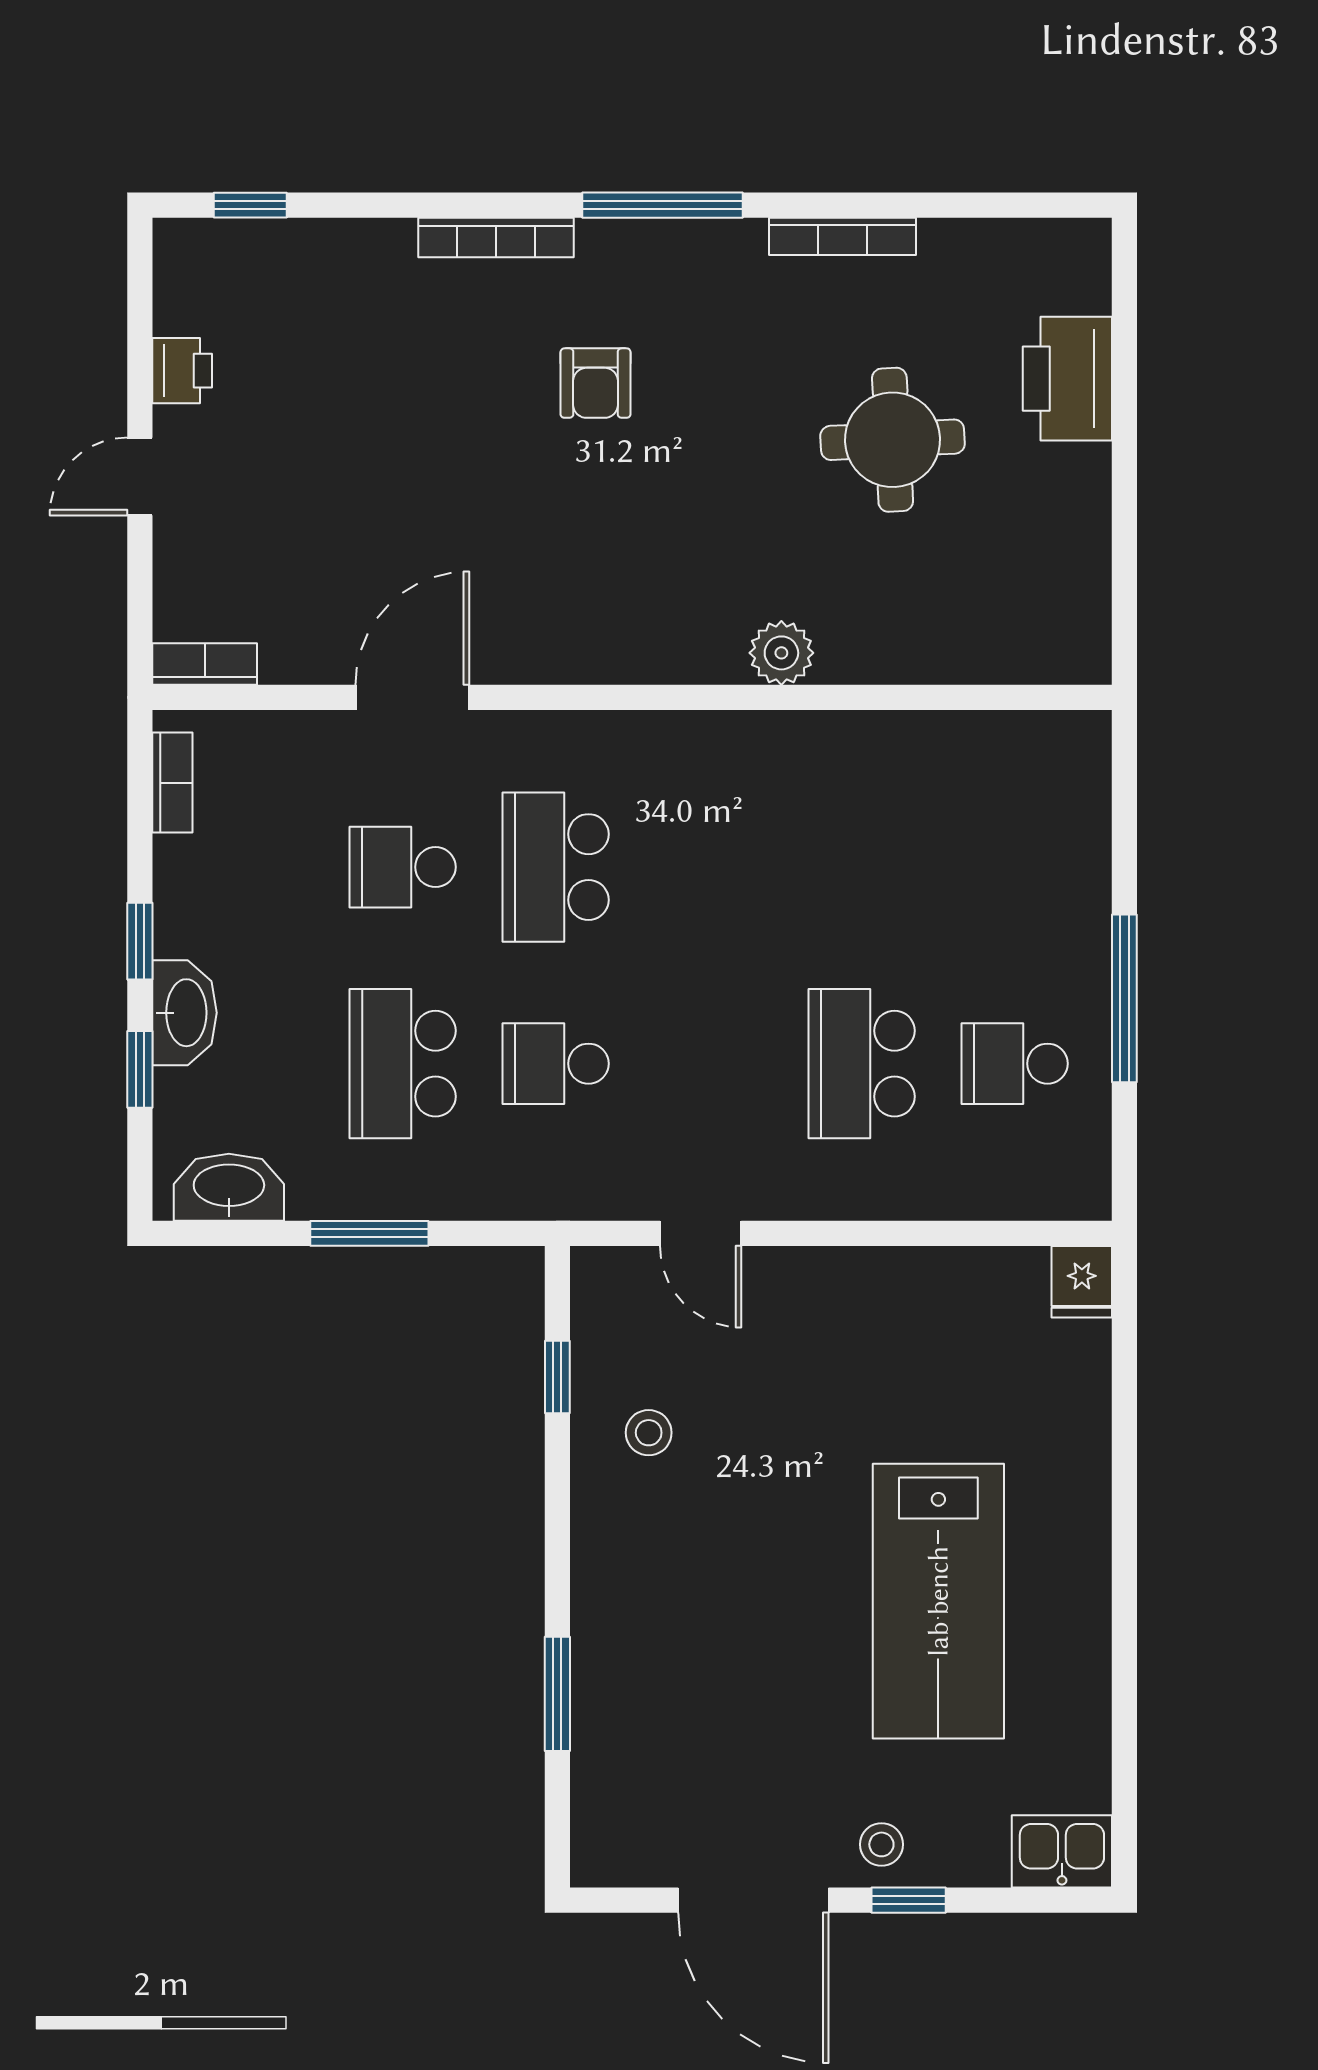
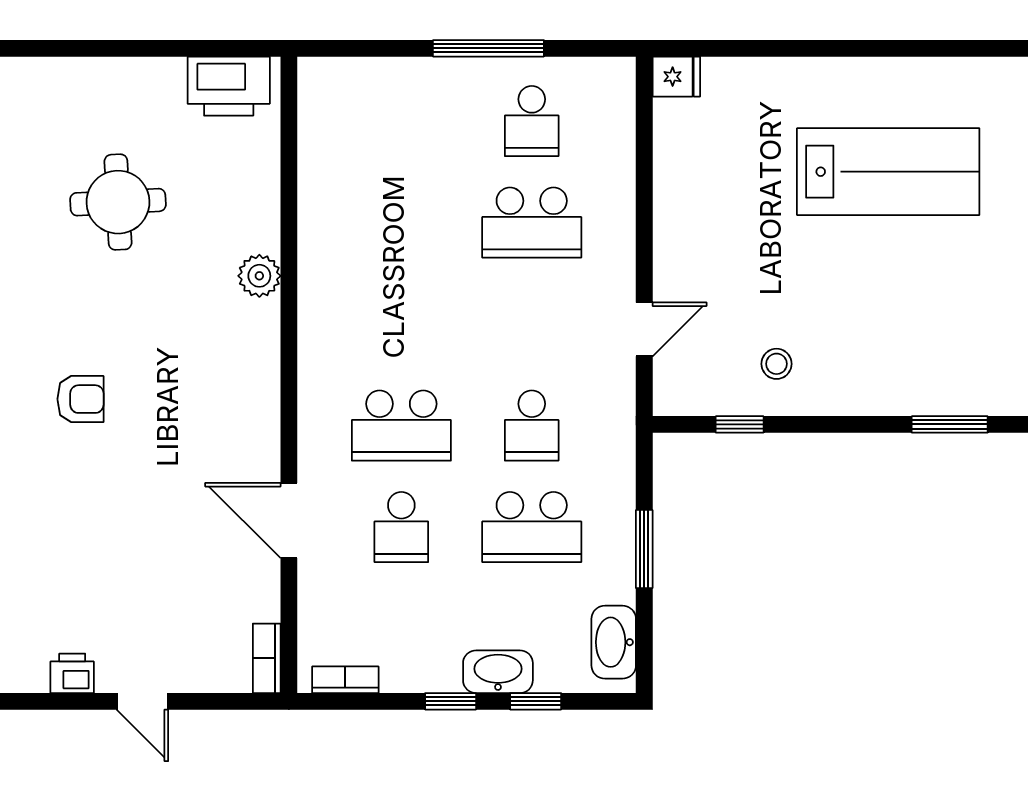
printer: (1067, 379) -> (229, 86), moved

